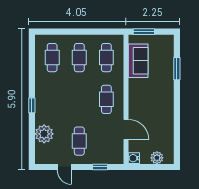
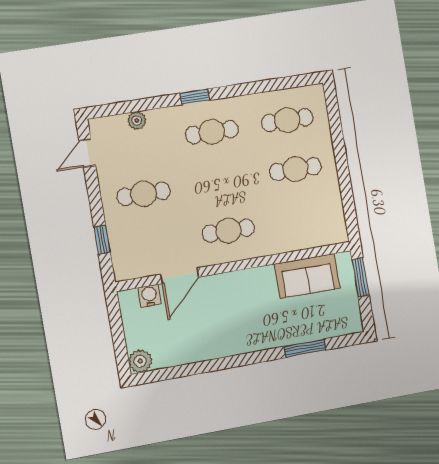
cafe table: (106, 58) -> (212, 132), moved
plant: (44, 134) -> (137, 121), width x0.53, depth x0.53
water cooler: (134, 158) -> (149, 296), moved
plant: (157, 158) -> (140, 361), moved
door: (64, 167) -> (87, 153), moved

